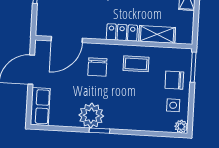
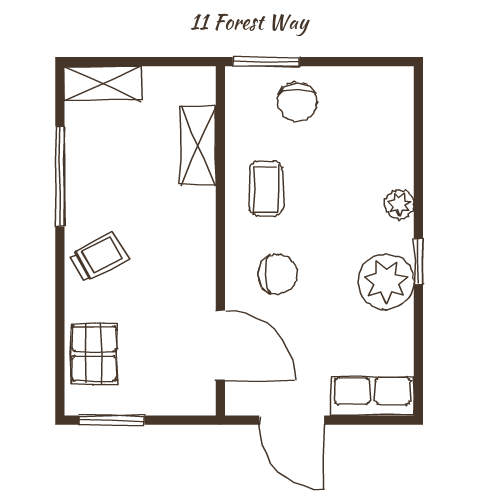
locker: (122, 32) -> (198, 224), removed
side table: (173, 105) -> (353, 101), removed
plant: (181, 127) -> (399, 204), moved

